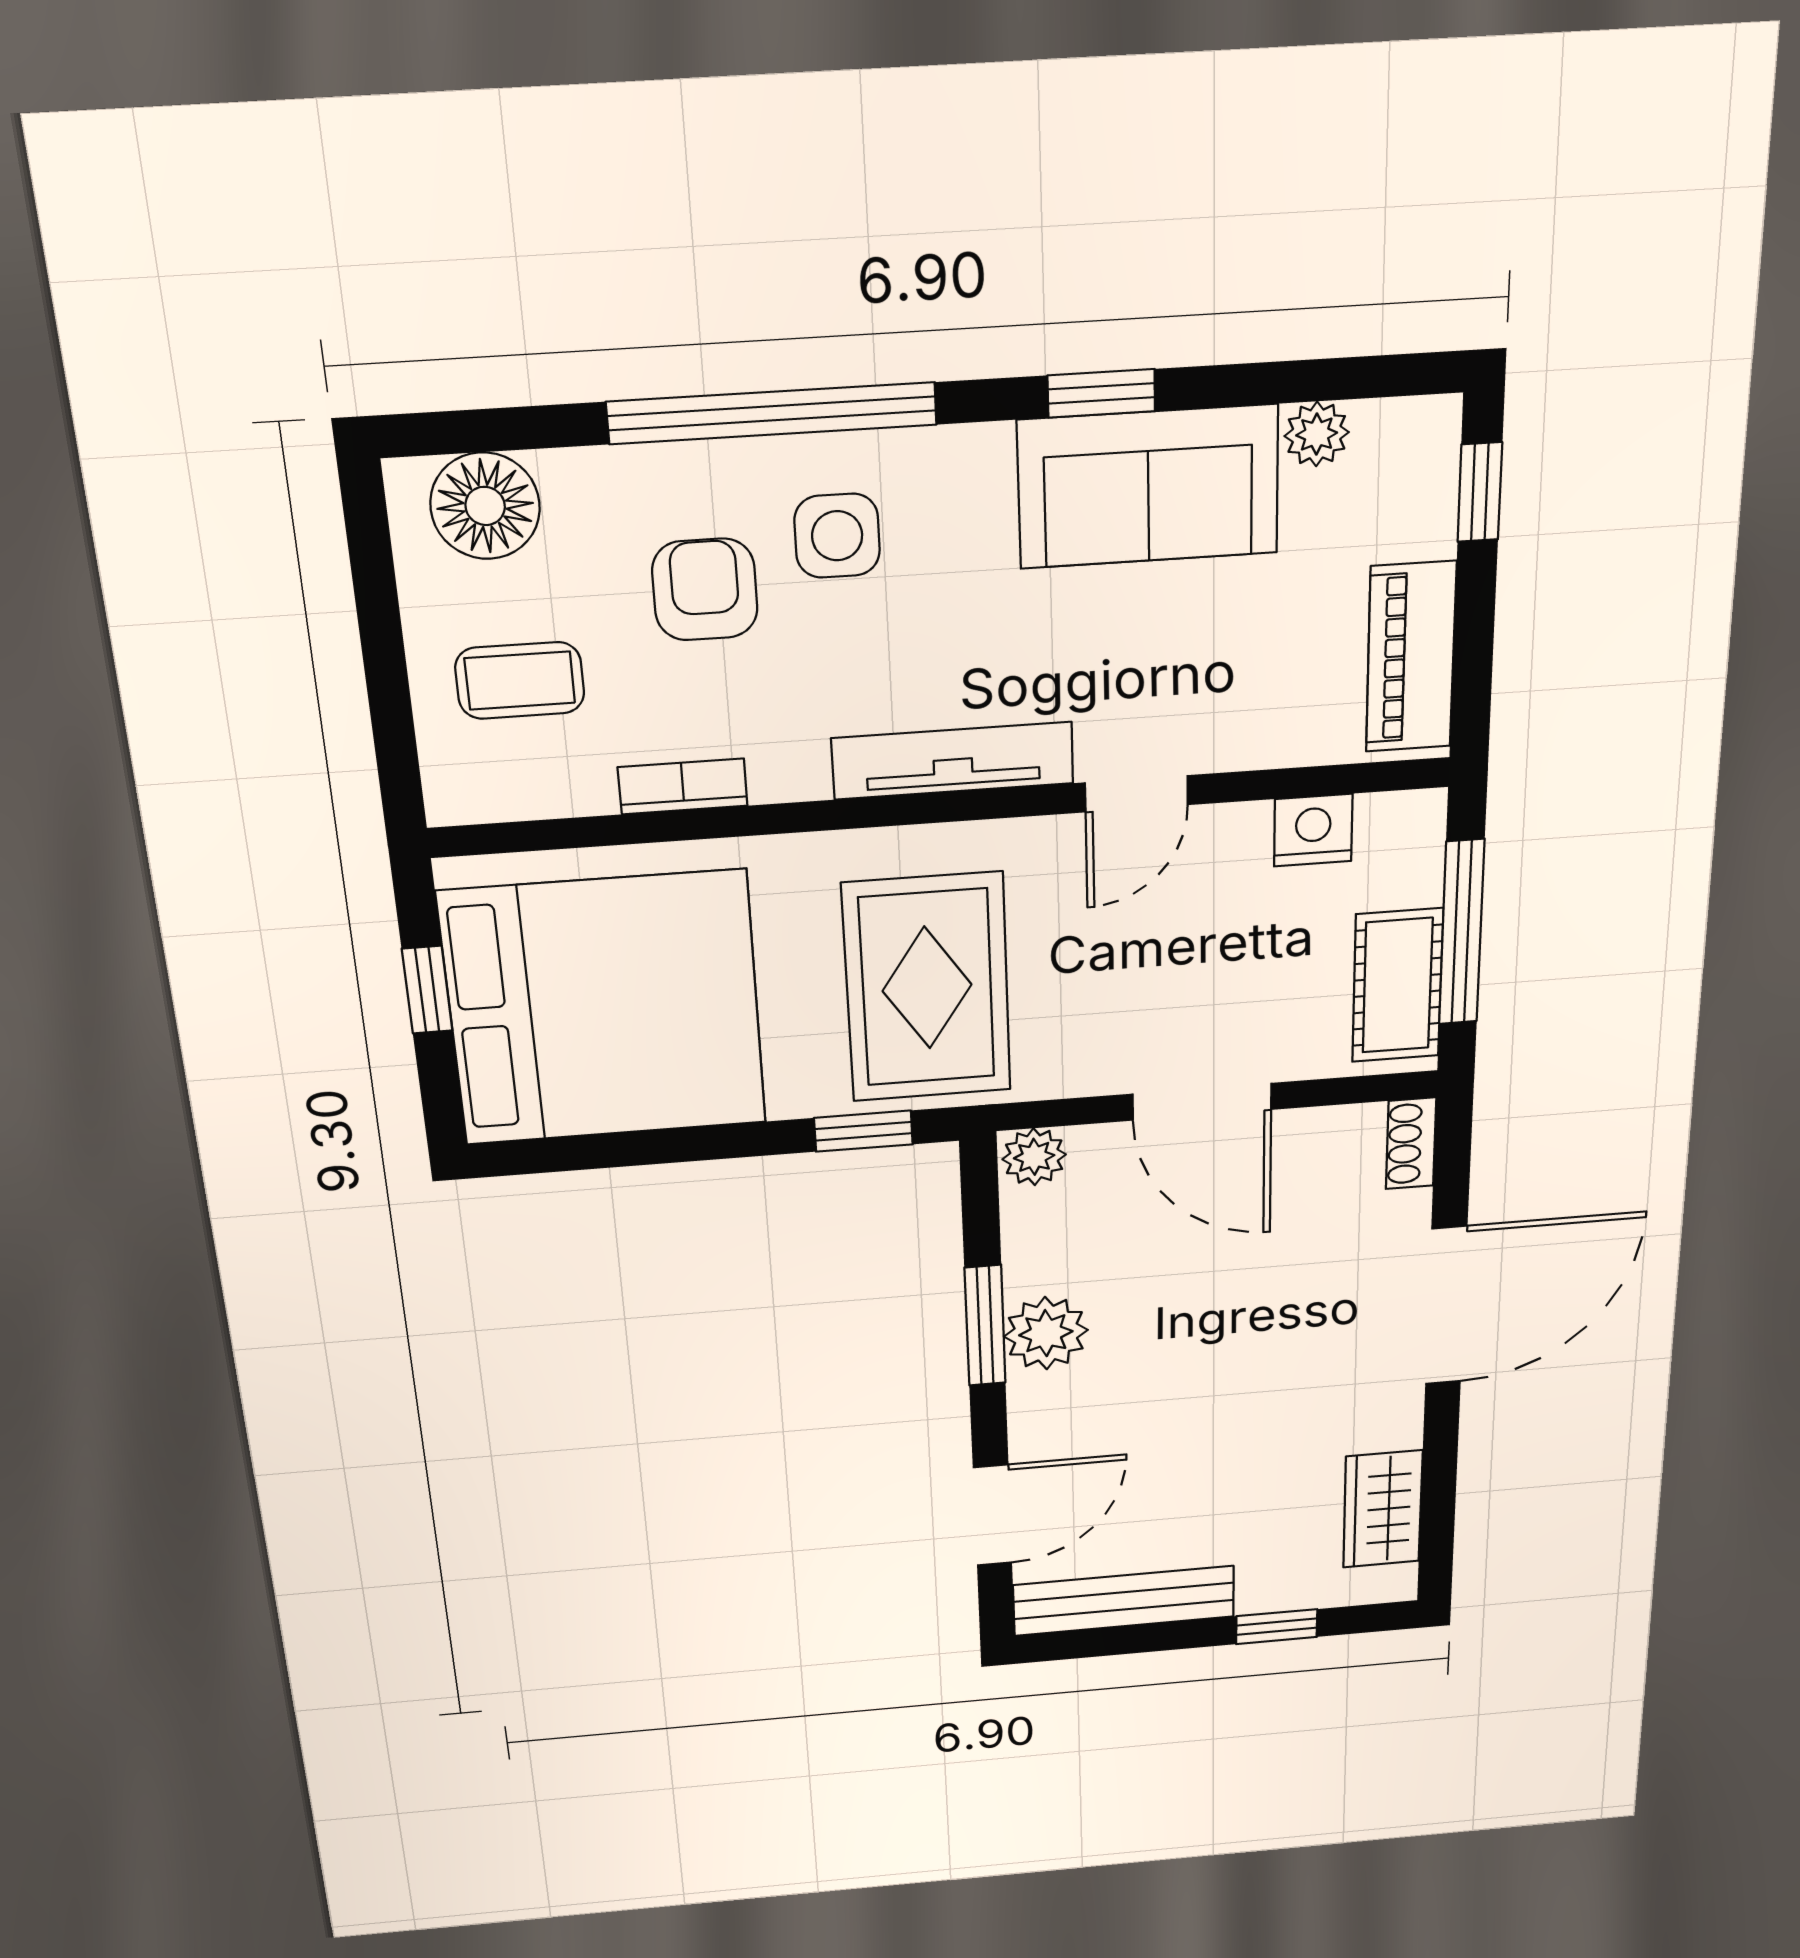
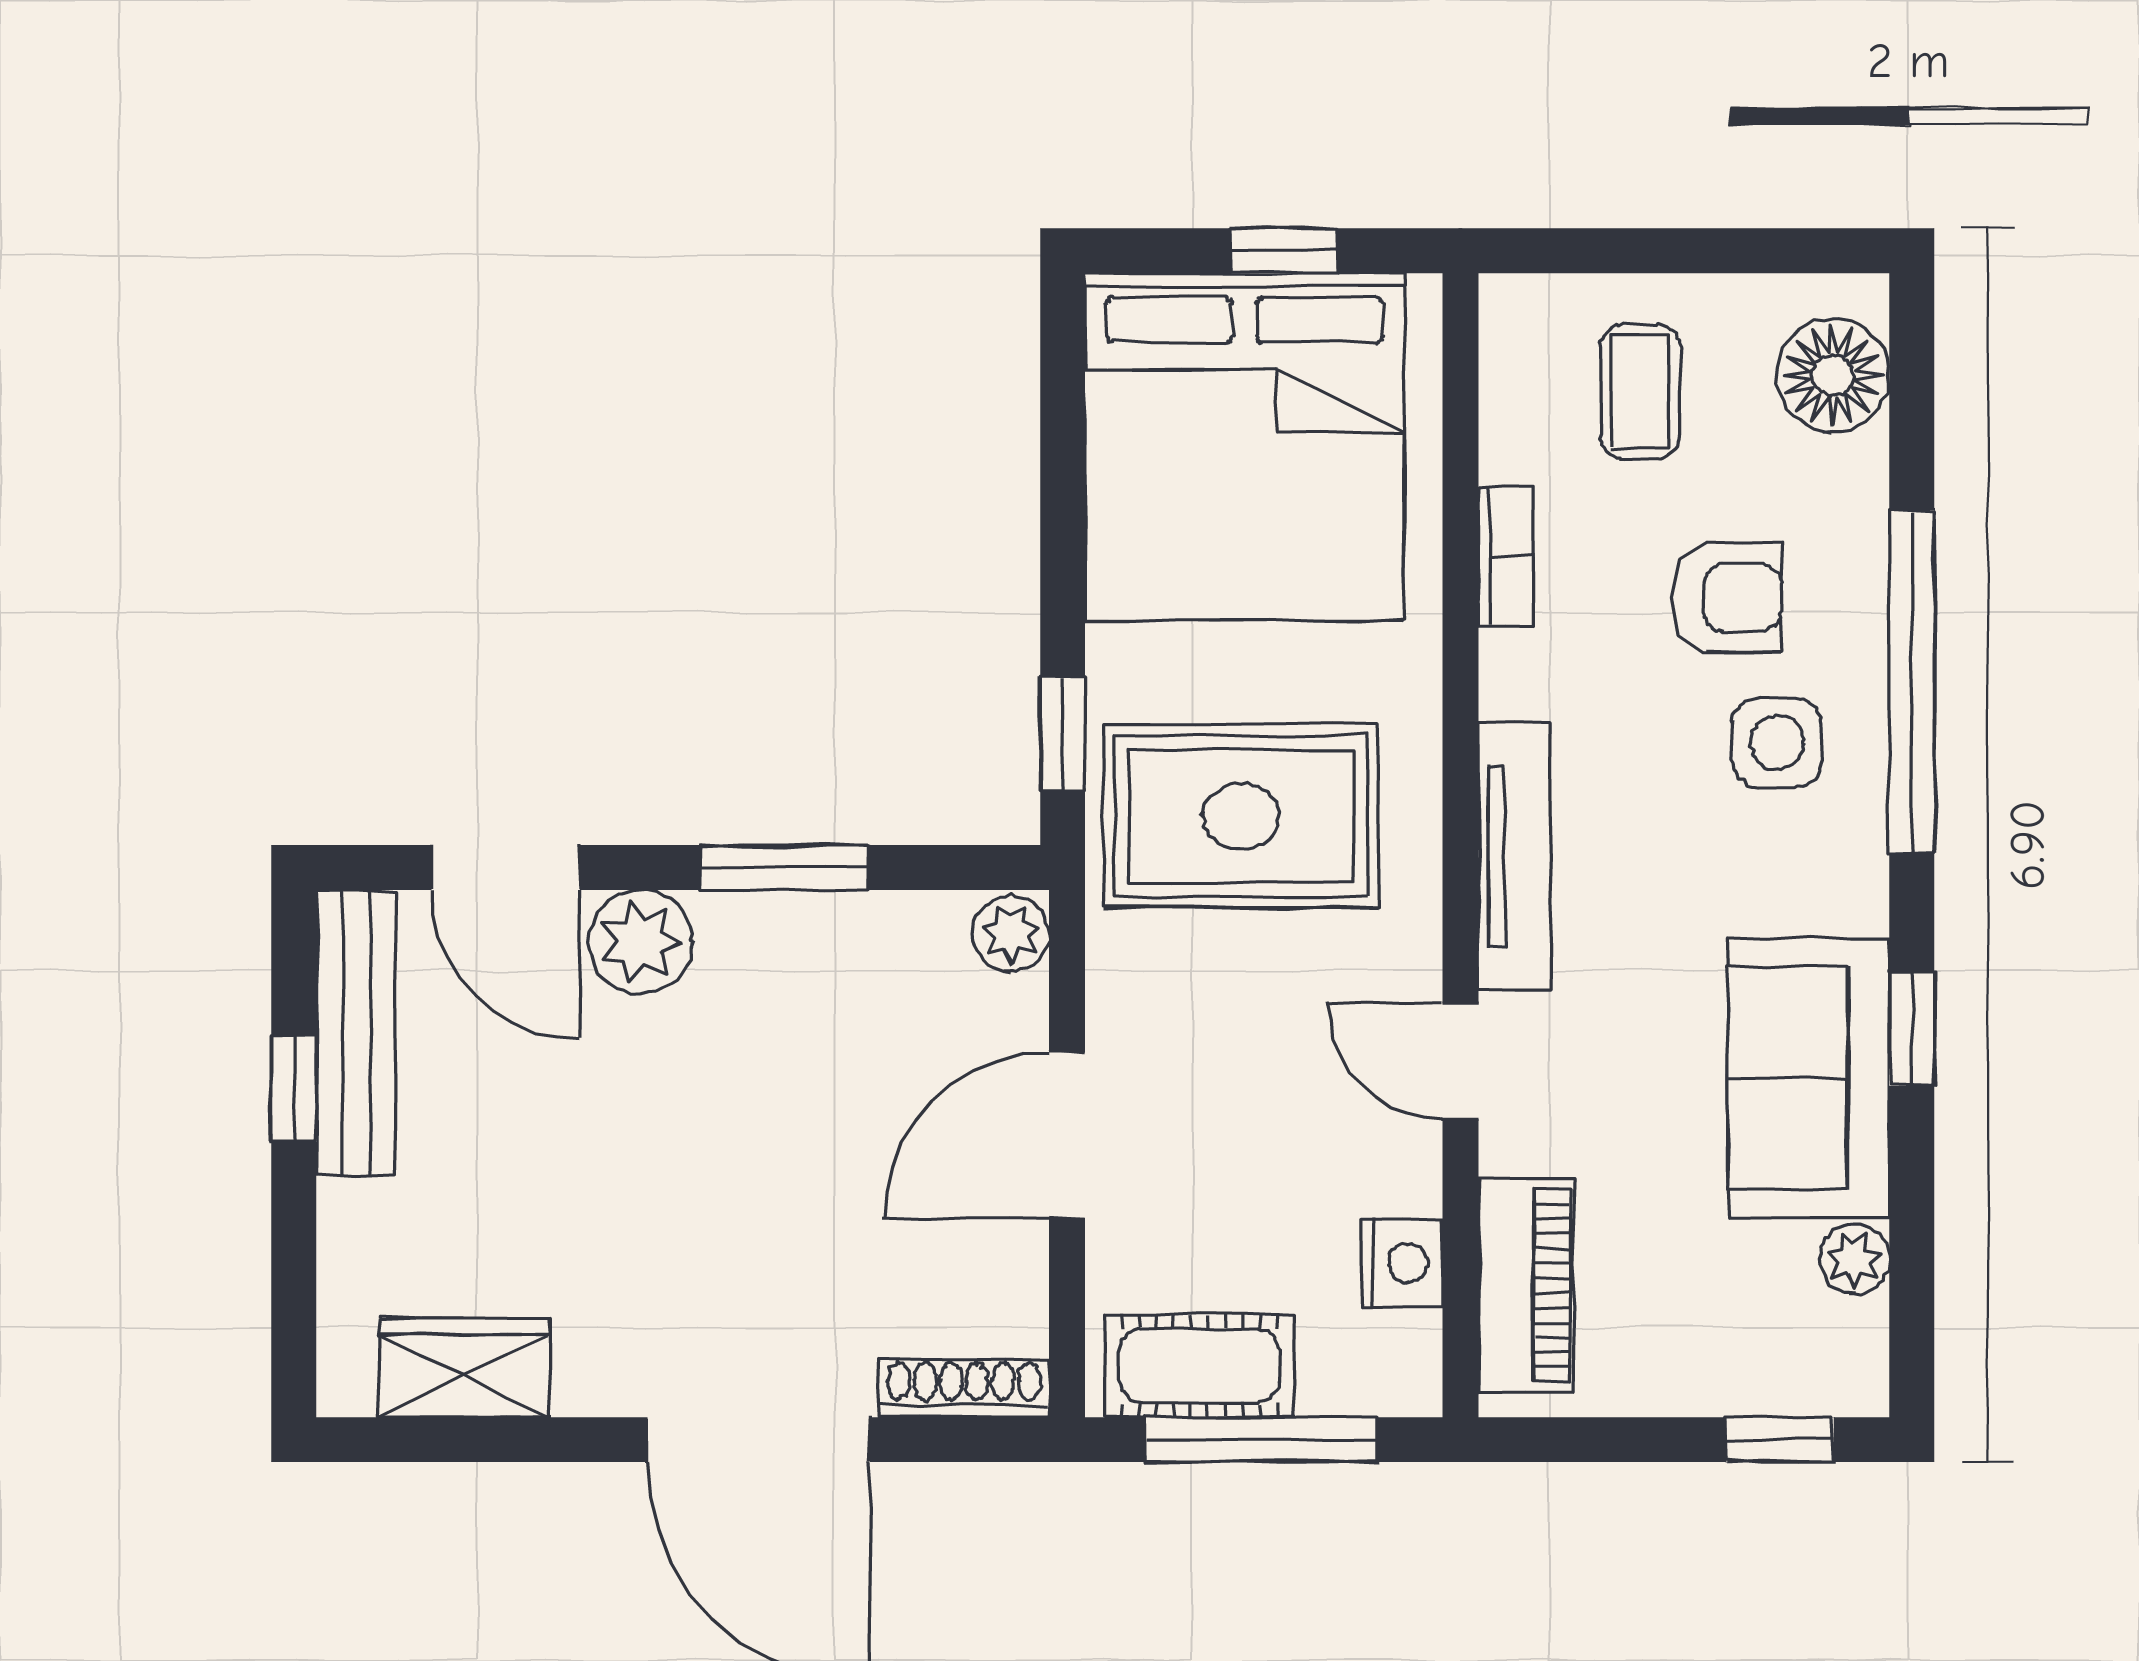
piano: (1411, 657) -> (1526, 1285), moved, turned 90
shoe rack: (1411, 1143) -> (964, 1388), width x1.43
plant: (1046, 1333) -> (640, 942), moved
window: (1277, 1627) -> (294, 1089), moved

